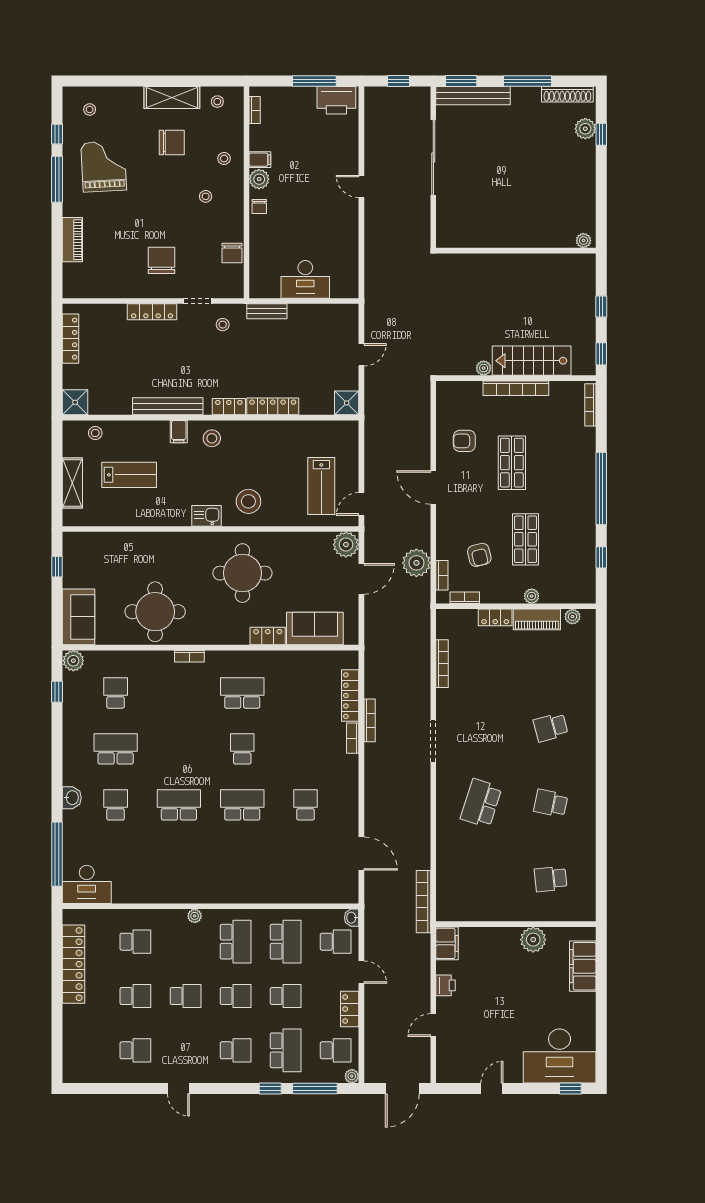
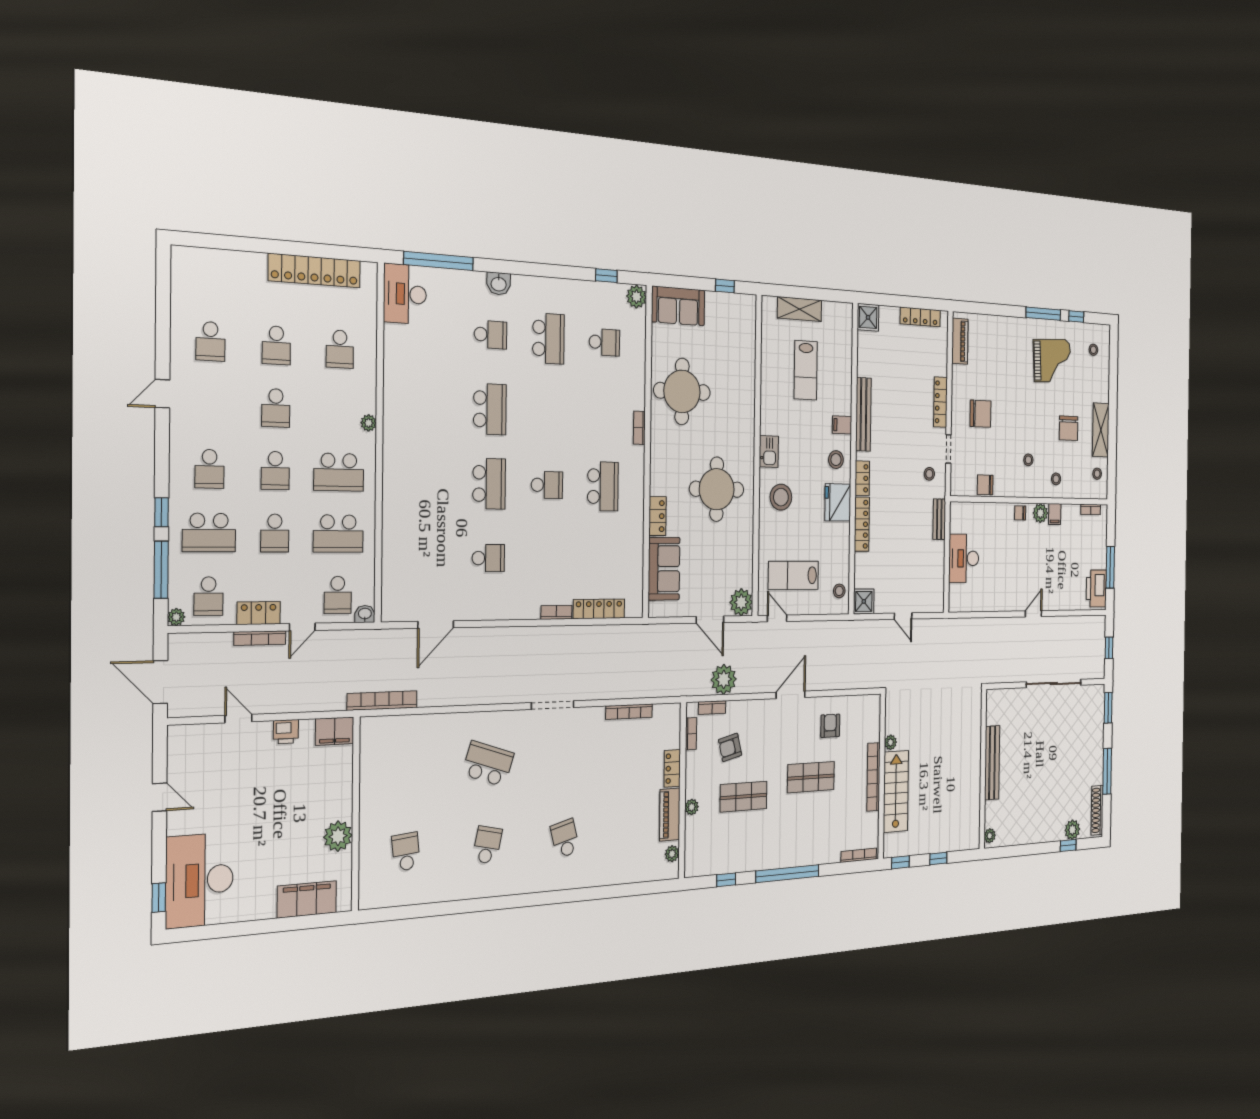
bench: (473, 96) -> (992, 763), moved
piano: (72, 240) -> (960, 341), moved, turned -90
stool: (95, 433) -> (839, 591), moved
fridge: (252, 435) -> (838, 502), added
bookcase: (370, 720) -> (260, 638), moved

